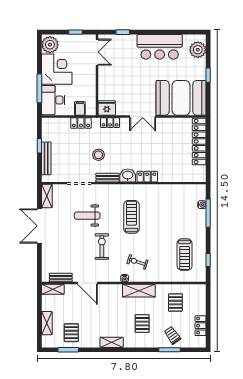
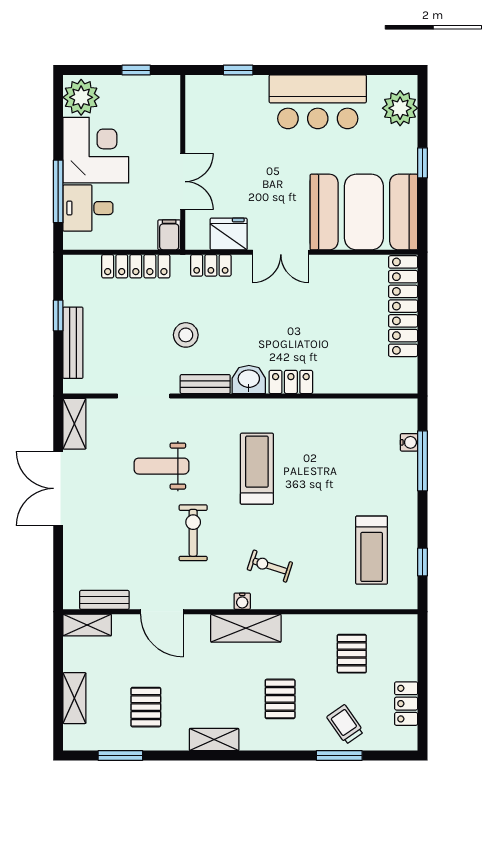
double door: (97, 52) -> (183, 182), moved
desk: (53, 100) -> (88, 208), width x0.73
filing cabinet: (80, 108) -> (169, 235), moved
fridge: (107, 108) -> (229, 234), moved
locker: (81, 123) -> (136, 266), width x1.53
shelving: (139, 291) -> (246, 628), moved
pallet: (71, 333) -> (146, 707), moved

